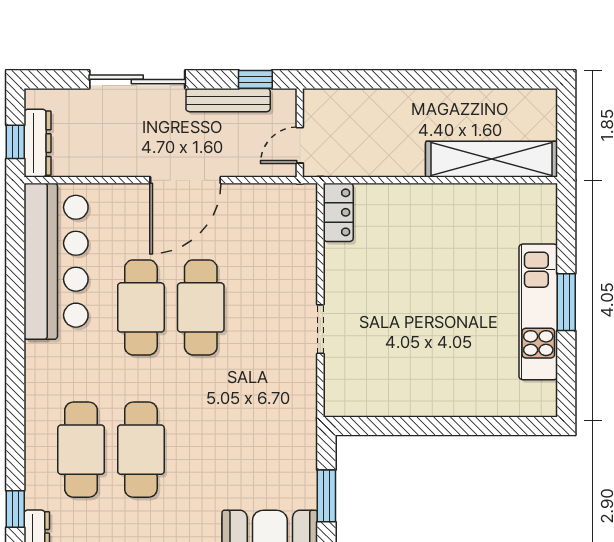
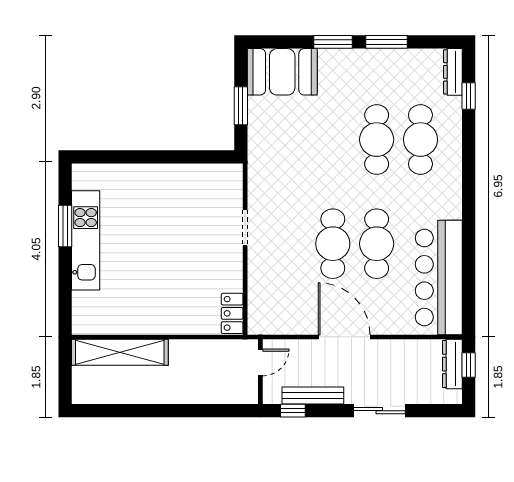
sliding door: (137, 79) -> (379, 411), width x0.73
door: (185, 180) -> (344, 337), hinge flipped
window: (566, 302) -> (65, 226), moved

